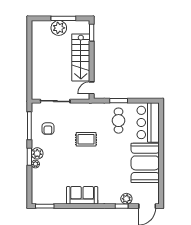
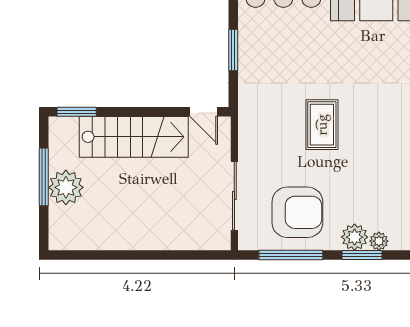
cafe table: (119, 121) -> (279, 50), removed
armchair: (48, 129) -> (297, 212), width x1.88, depth x1.88

